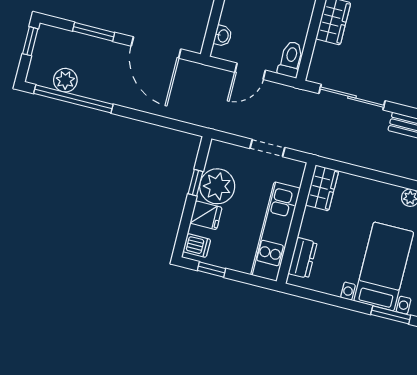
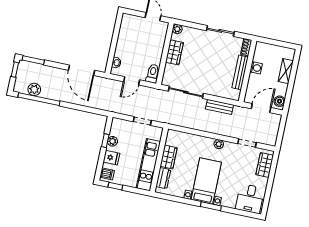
window: (94, 32) -> (33, 60), moved
plant: (217, 186) -> (112, 141), width x0.53, depth x0.53
wardrobe: (322, 188) -> (169, 157), moved

